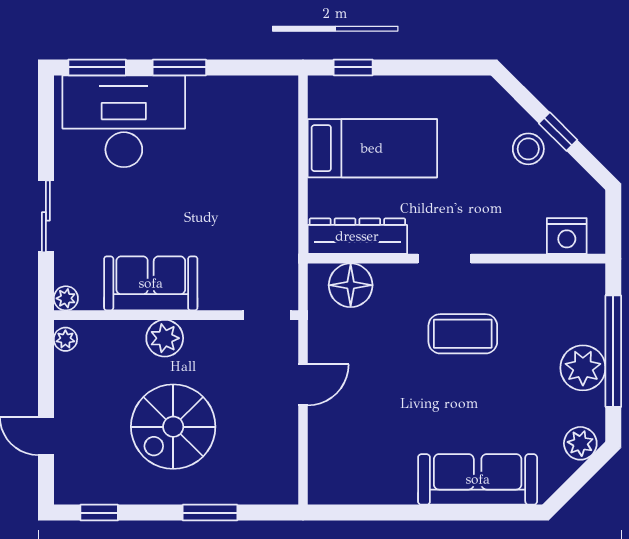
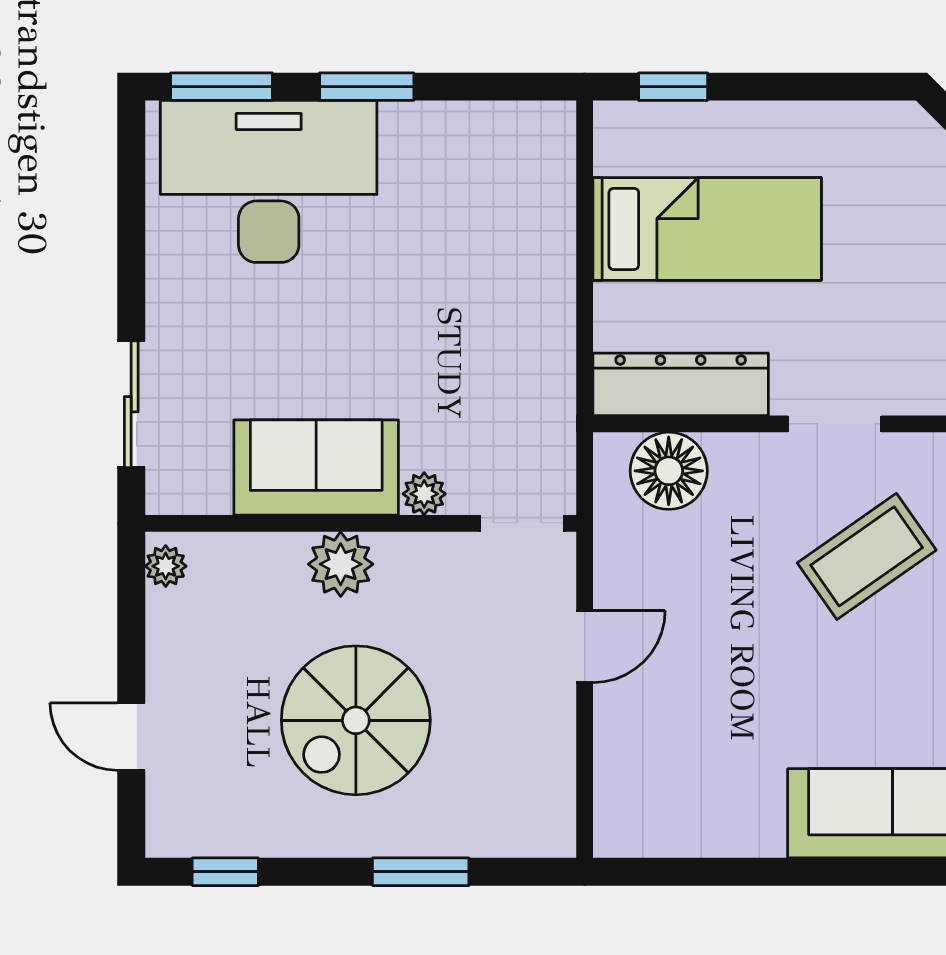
sliding door: (46, 216) -> (131, 404), moved
plant: (66, 298) -> (424, 494), moved
coffee table: (463, 334) -> (867, 556), turned -35

